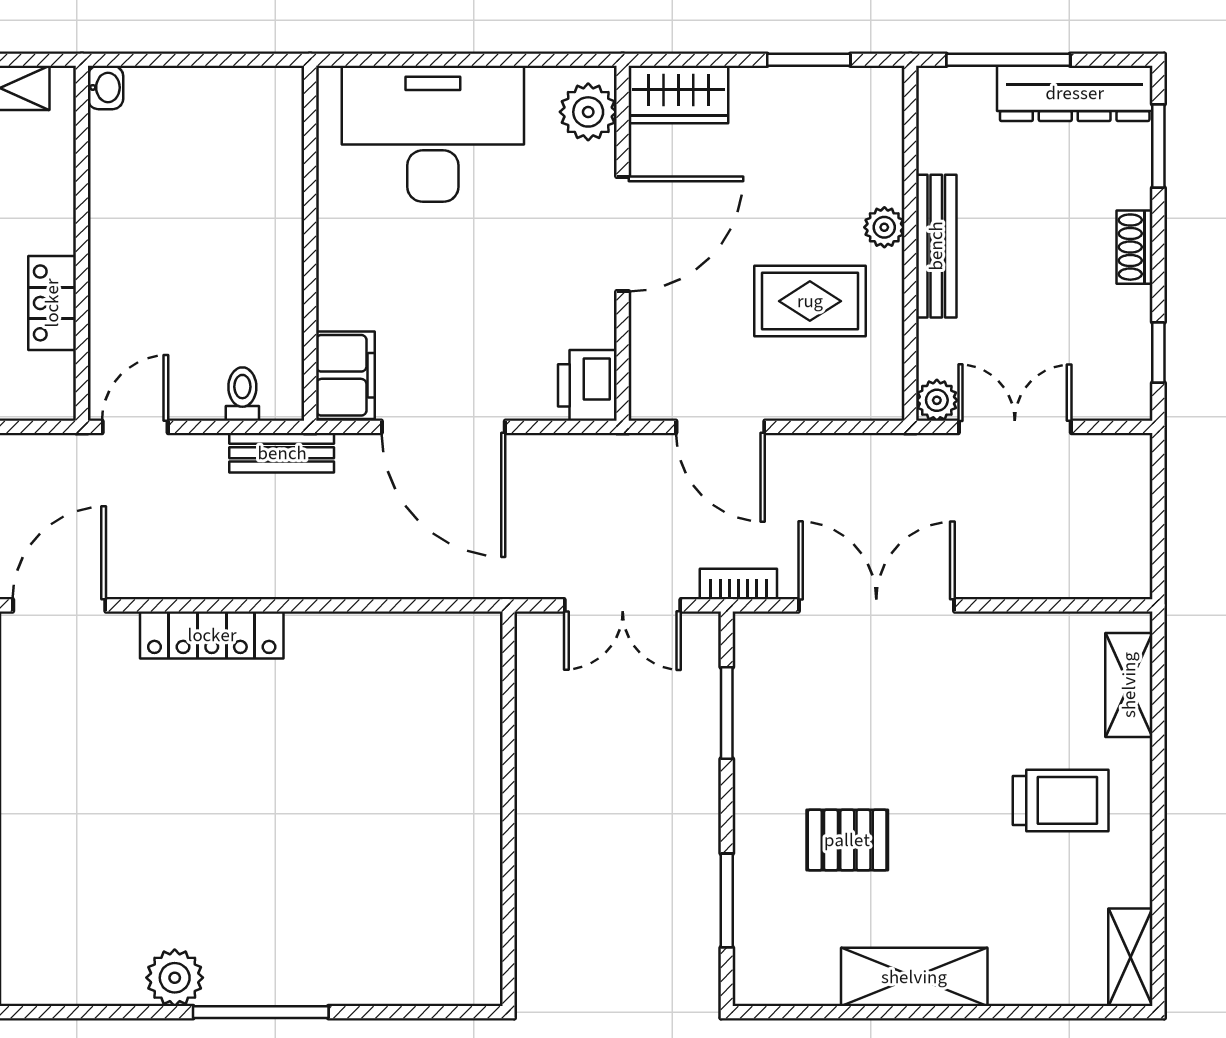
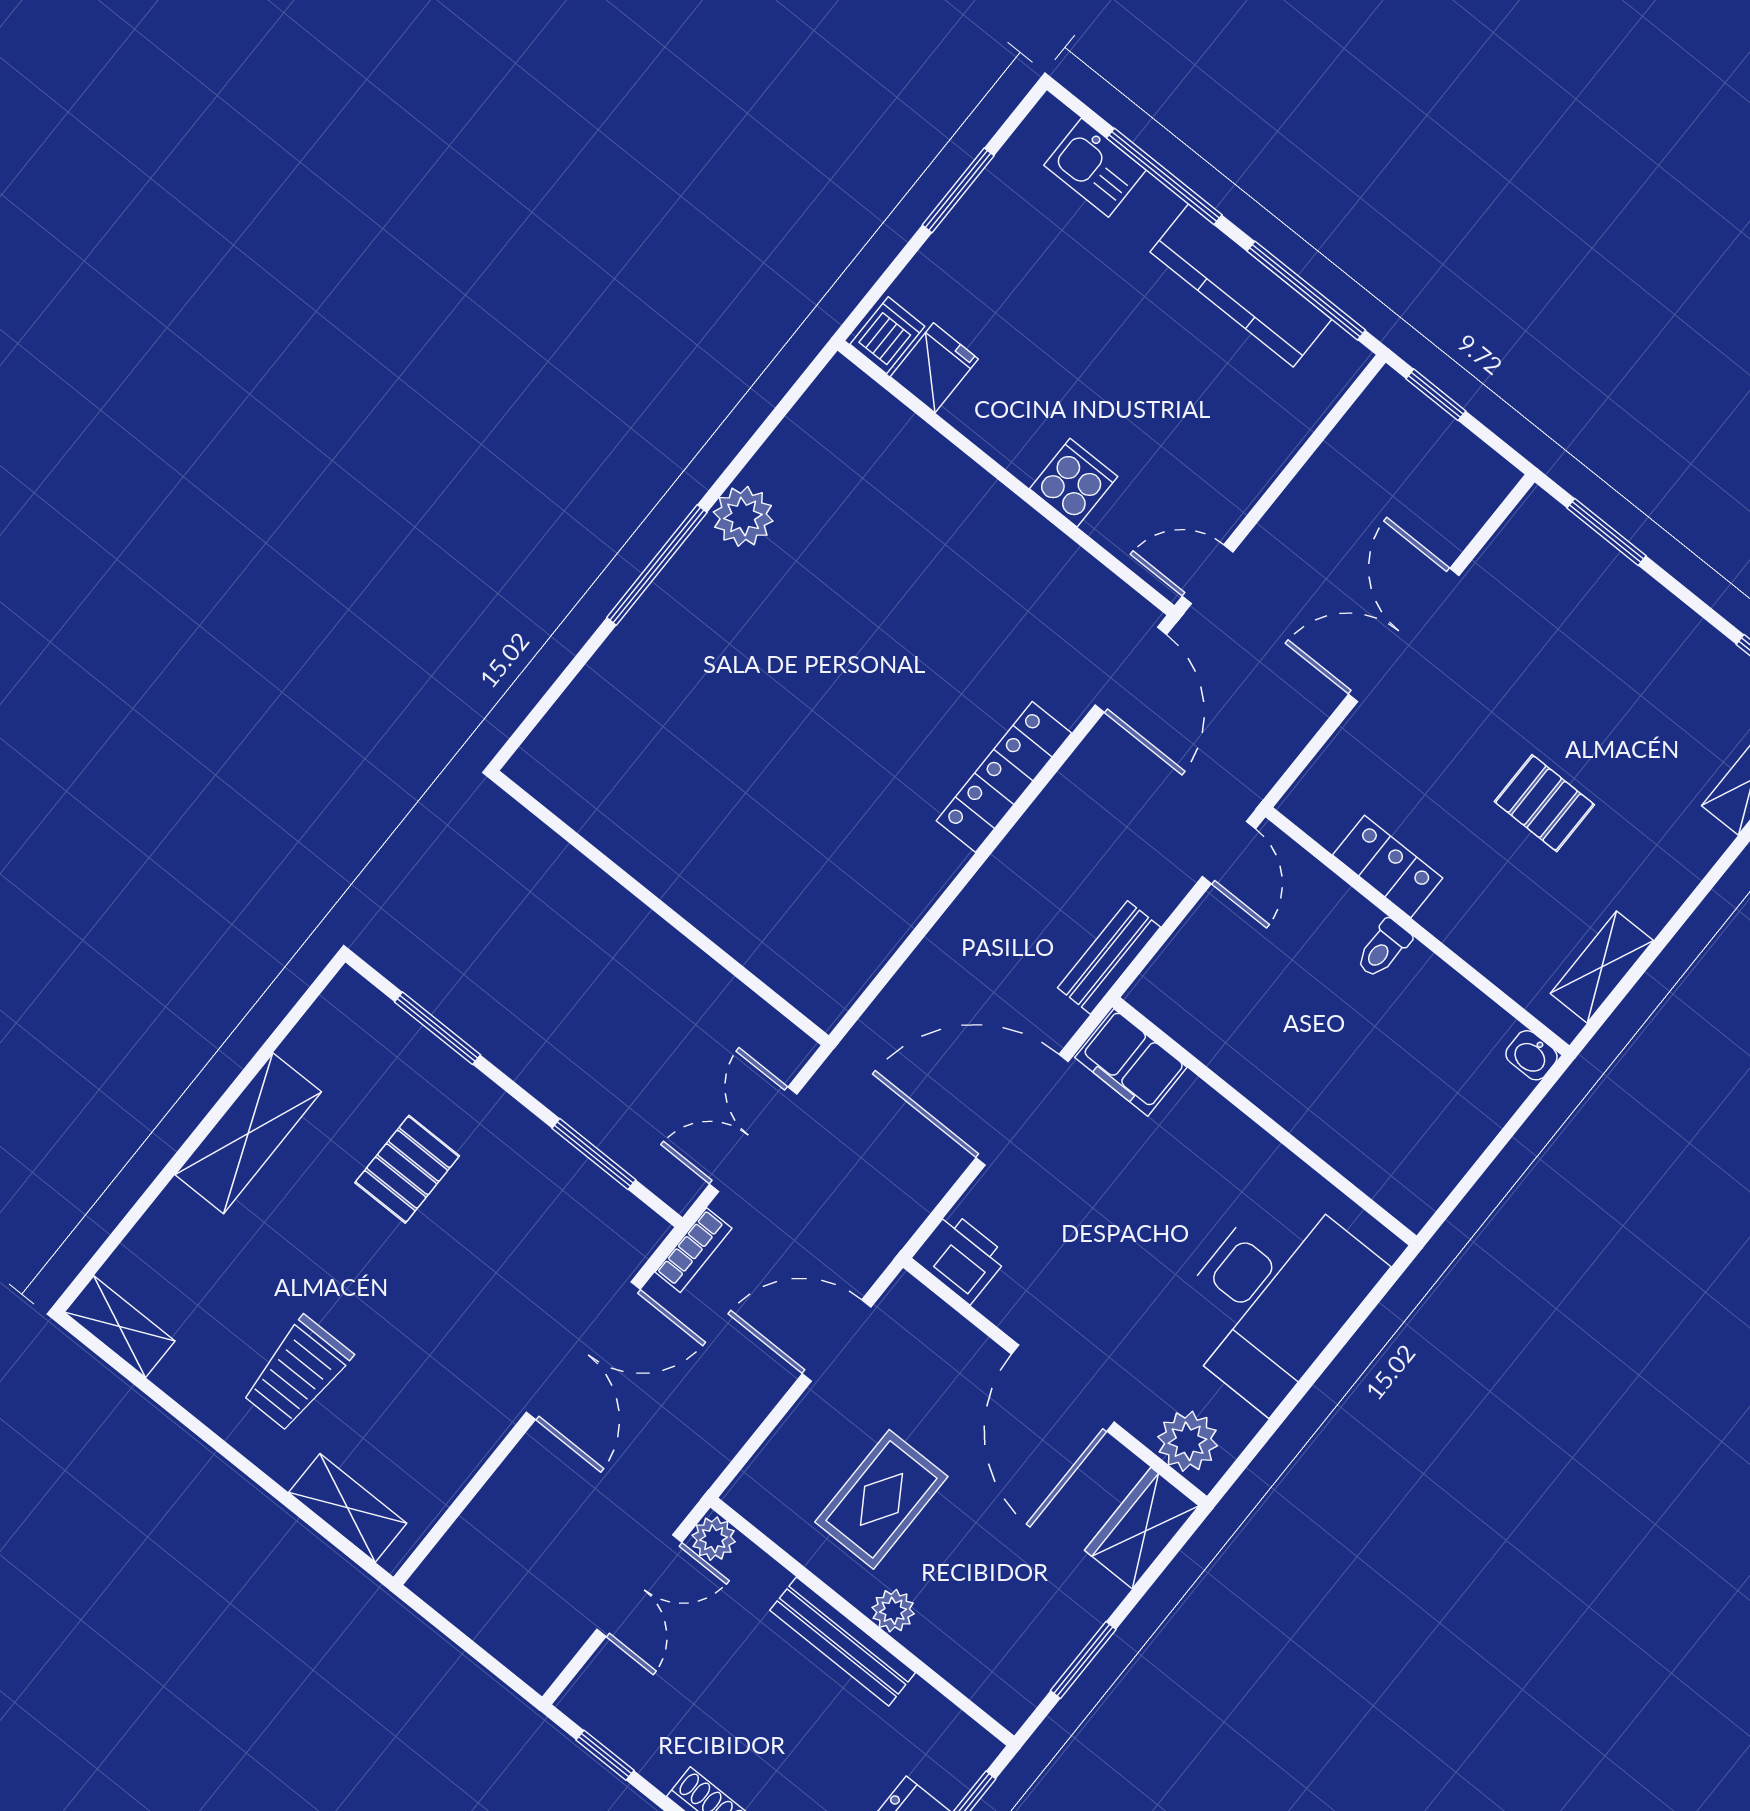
toilet: (242, 394) -> (1383, 949), moved, turned 90

